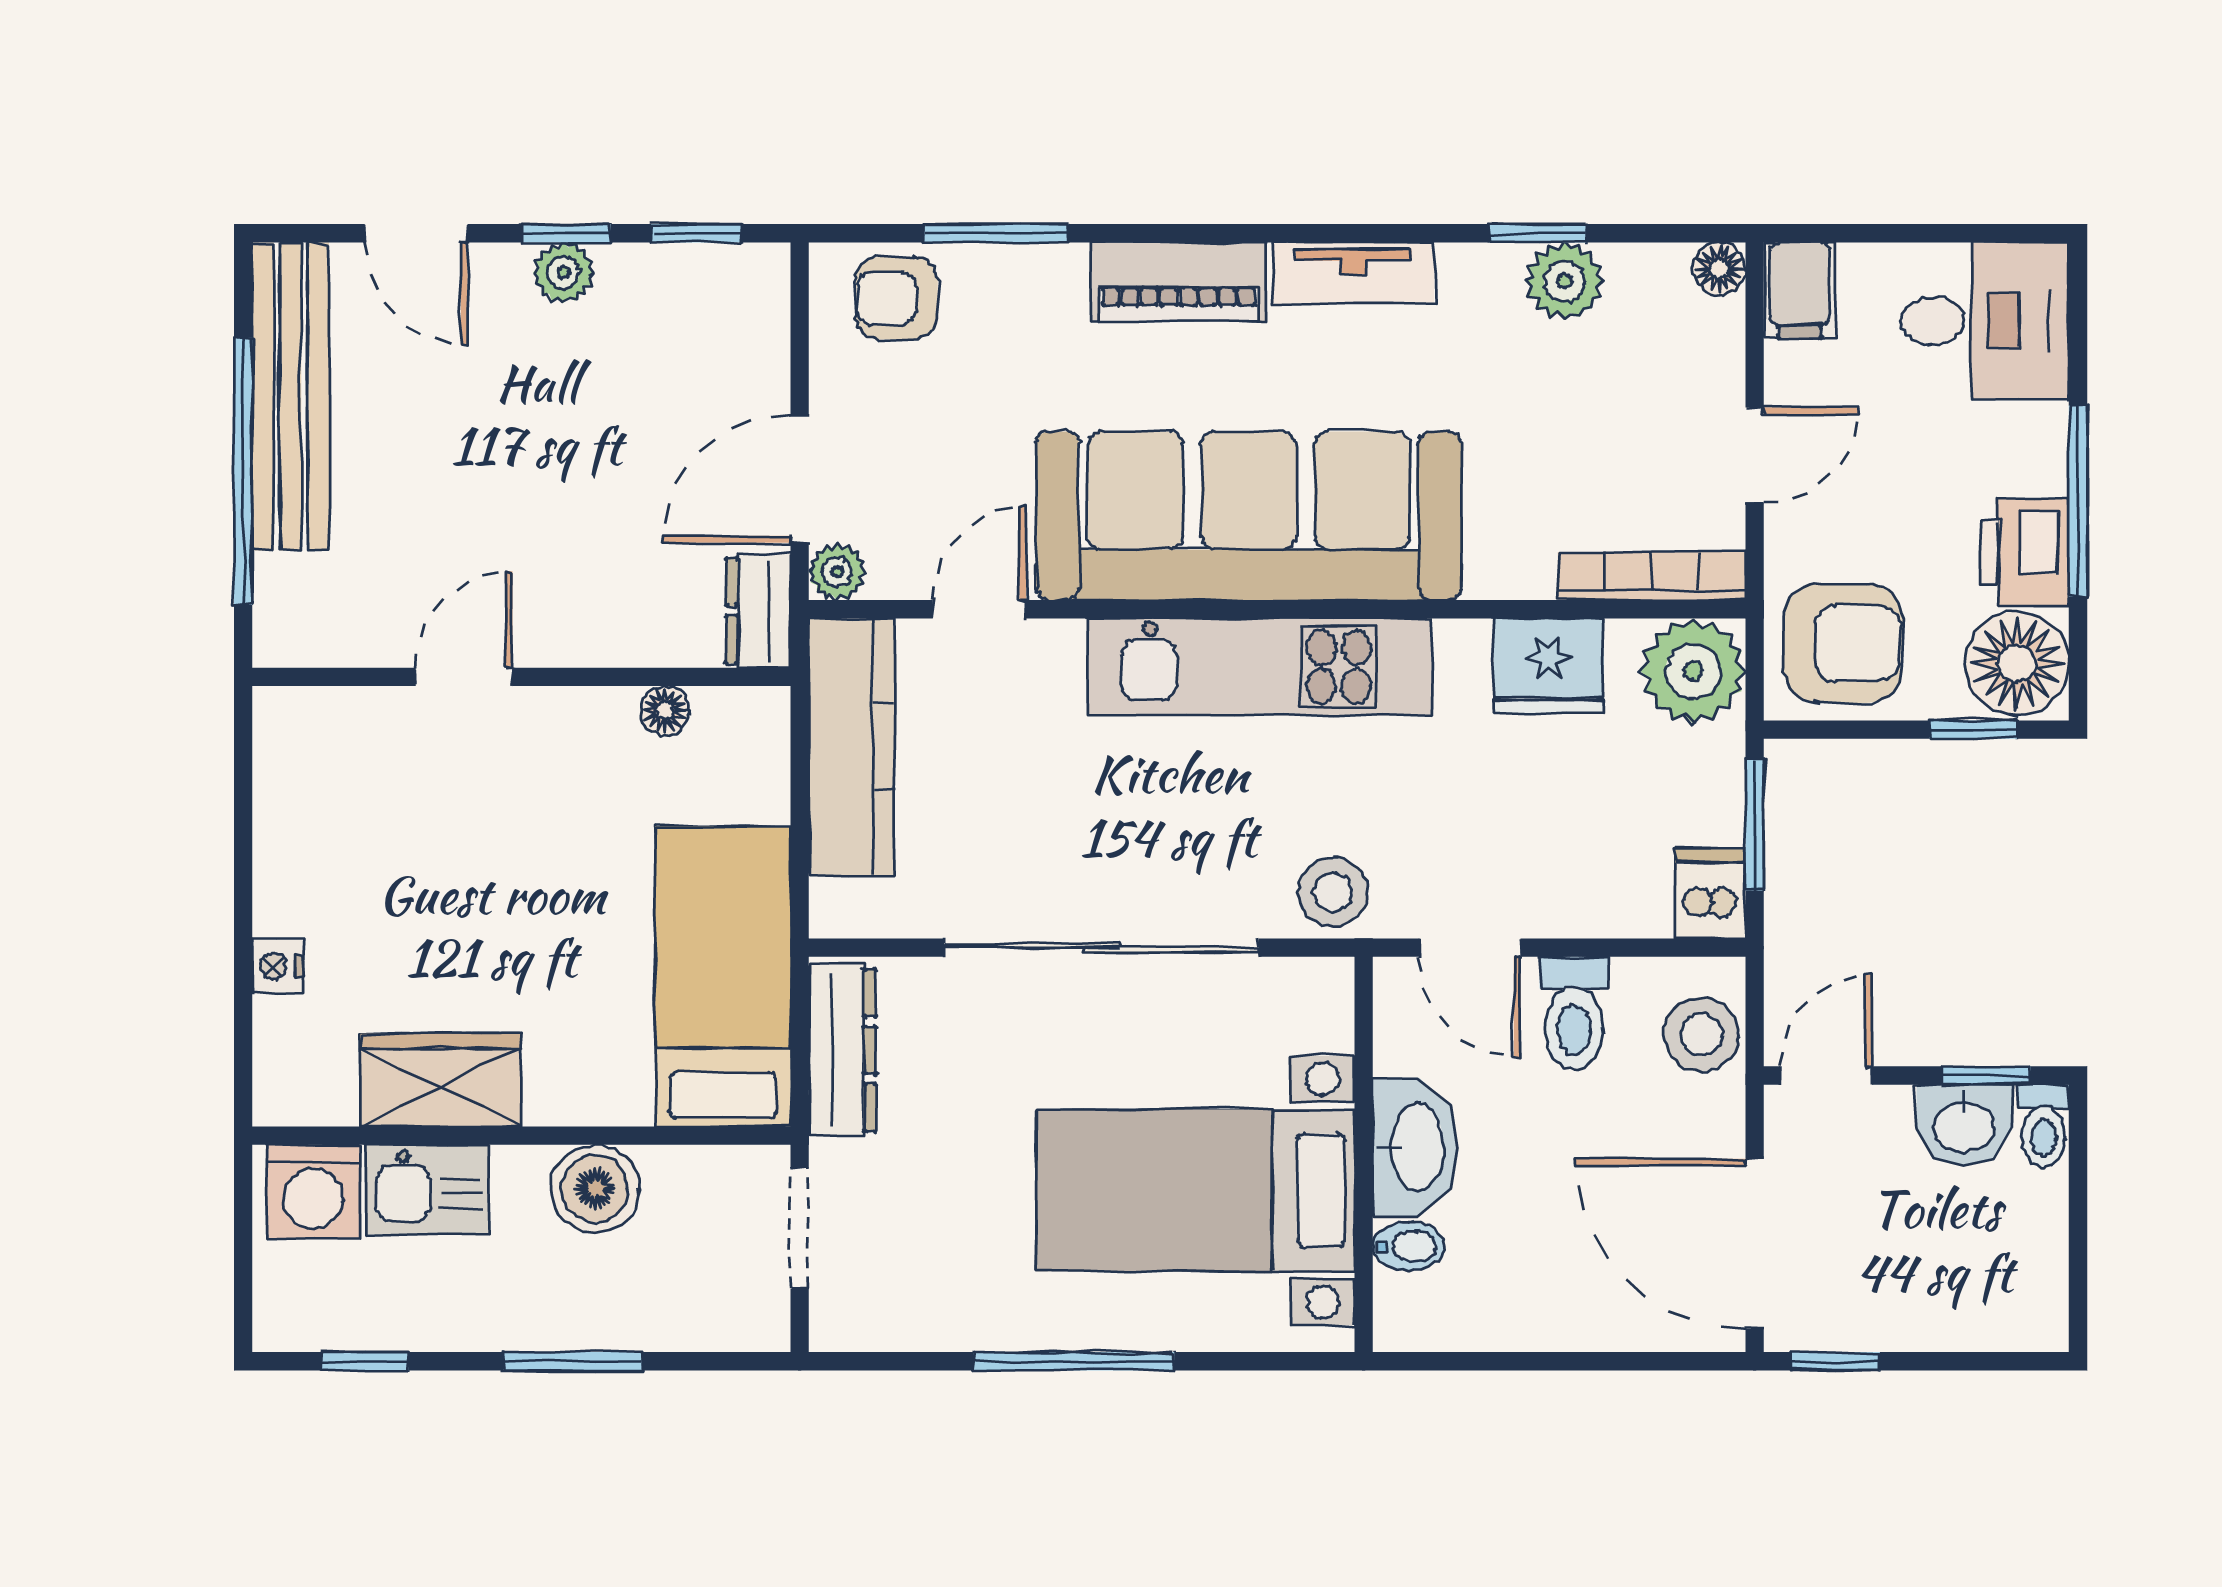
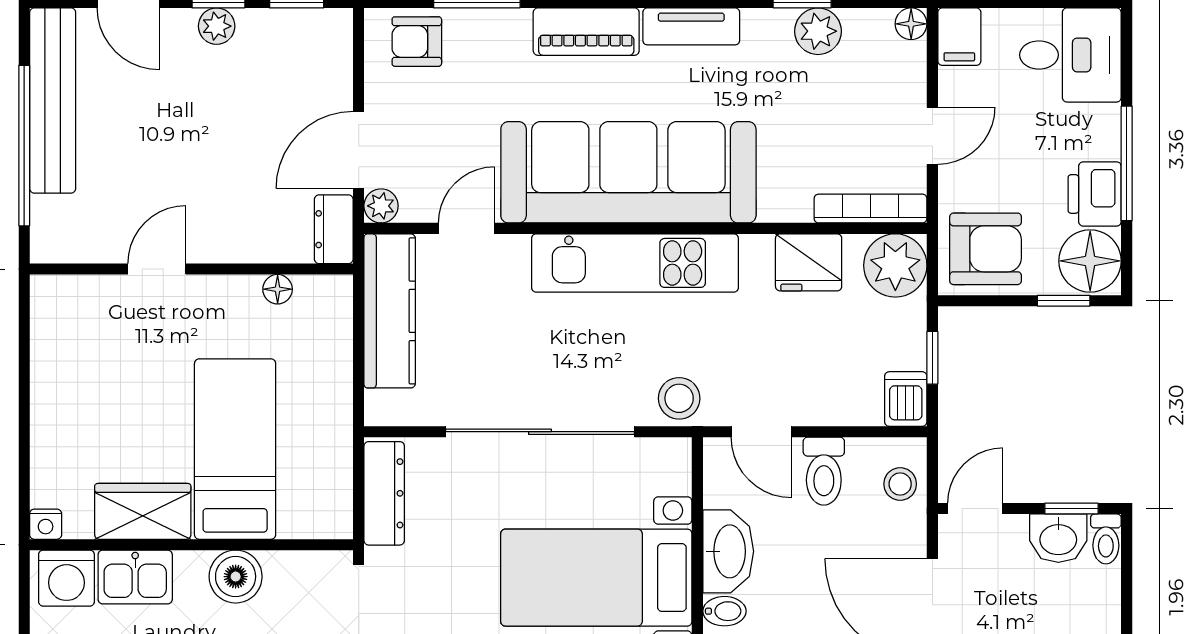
window: (1755, 825) -> (932, 358), width x0.67
nightstand: (277, 966) -> (46, 524), moved, turned -90
bed: (723, 977) -> (235, 449), moved
stool: (1701, 1035) -> (900, 484), width x0.73, depth x0.73

